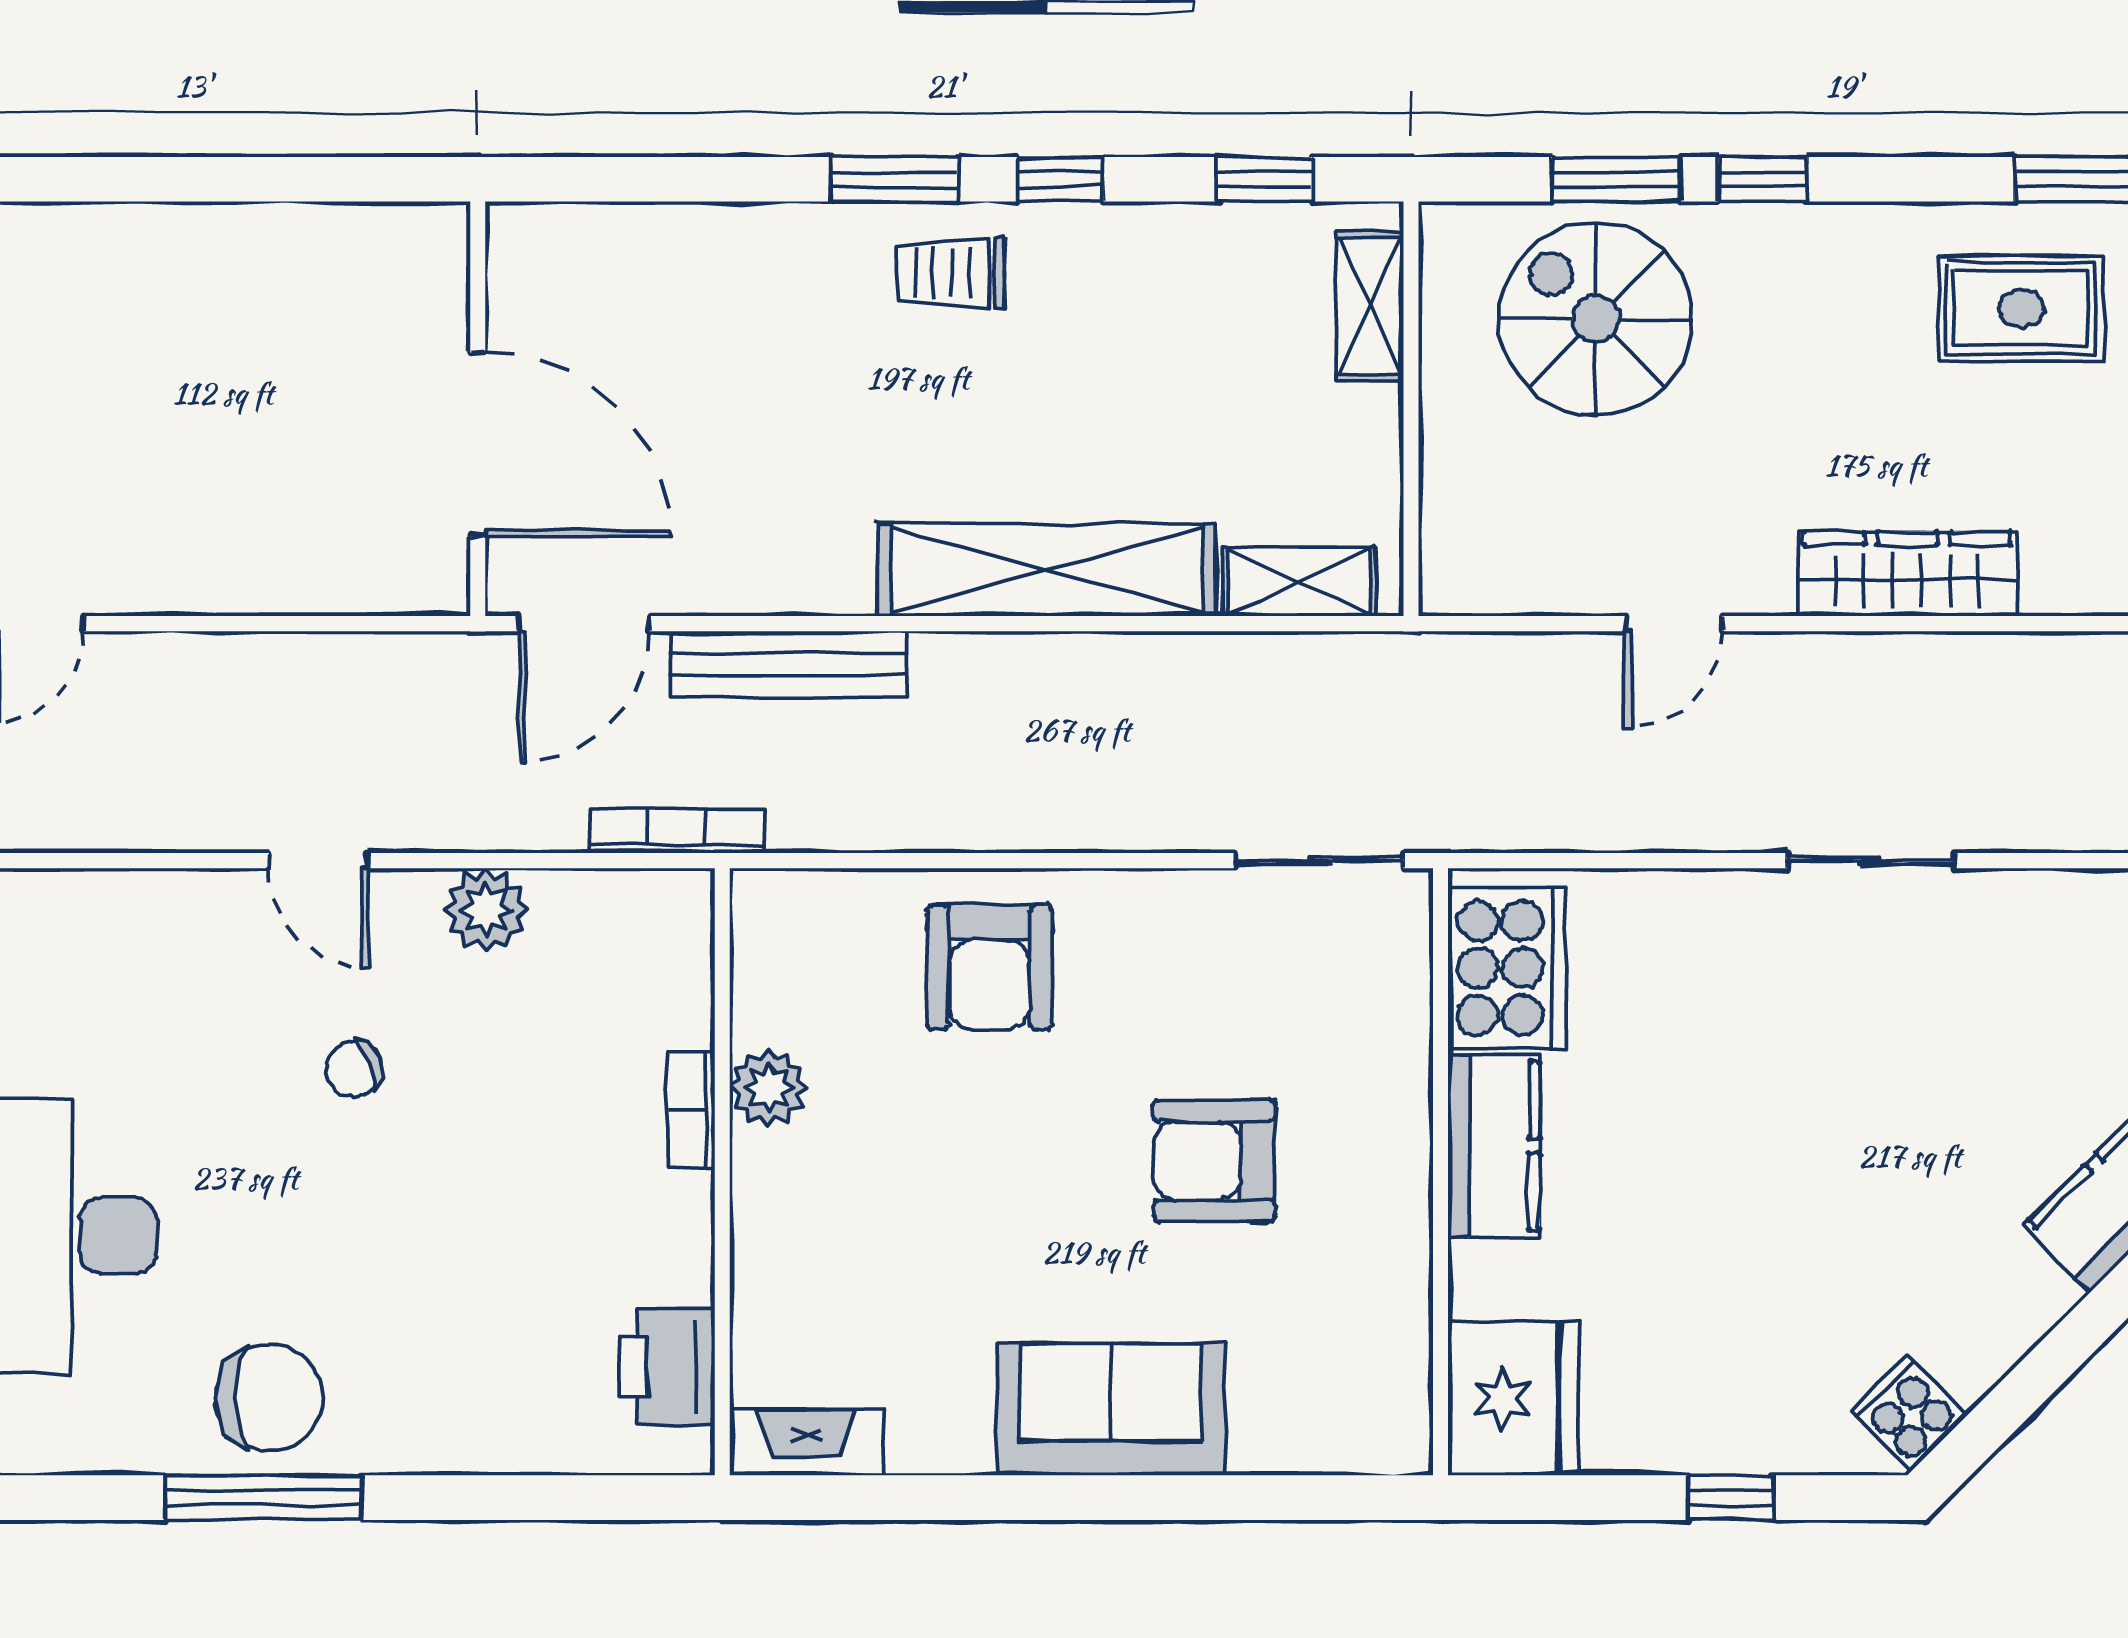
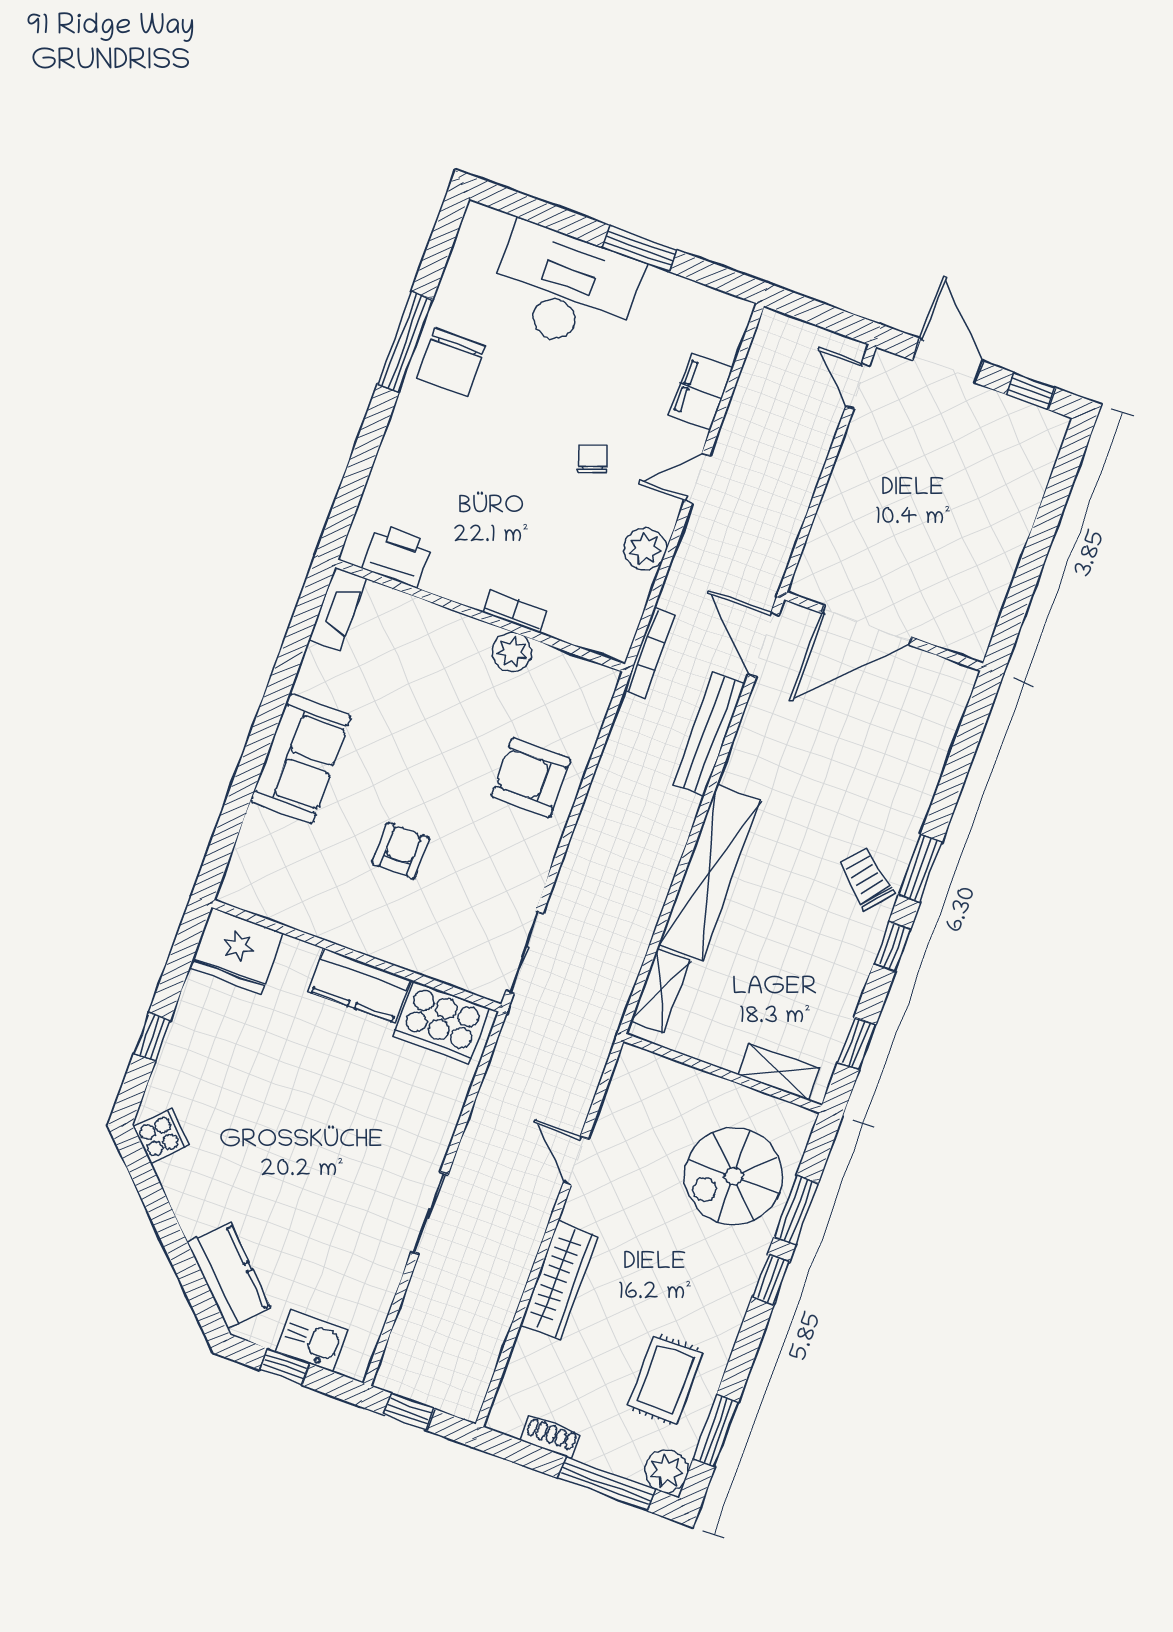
trolley: (950, 273) -> (866, 879), turned -50
spiral stairs: (1596, 319) -> (734, 1176), turned 180
filing cabinet: (154, 912) -> (701, 391), added
armchair: (1214, 1161) -> (401, 850), width x0.72, depth x0.72

